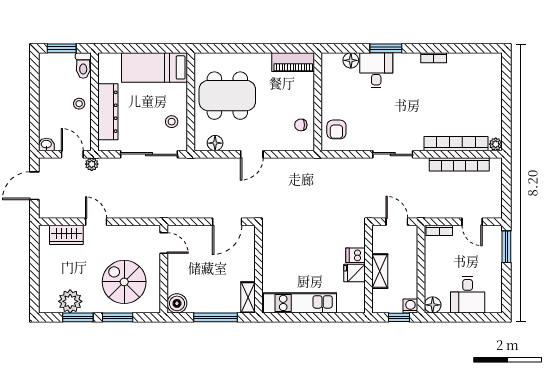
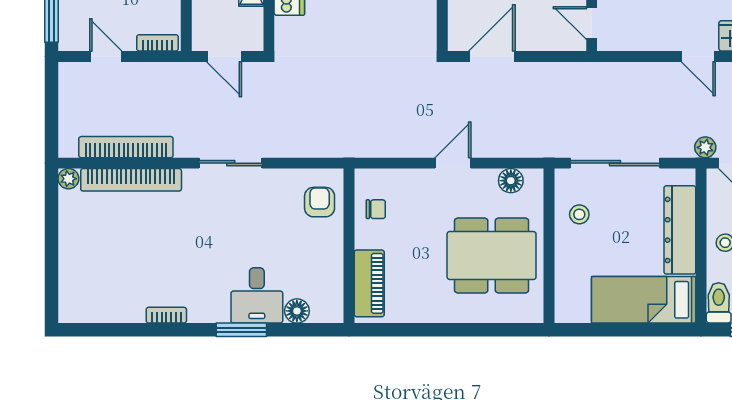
piano: (293, 62) -> (369, 283), moved, turned 90
bed: (154, 67) -> (644, 300), moved, turned 180

